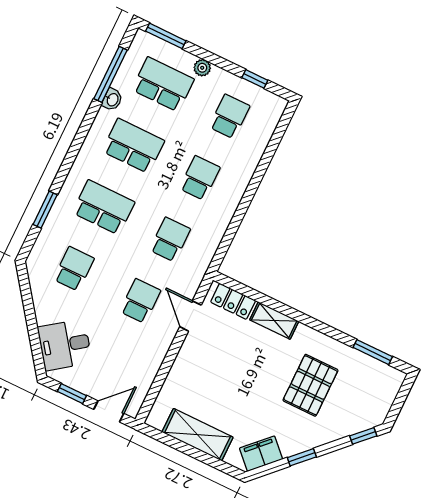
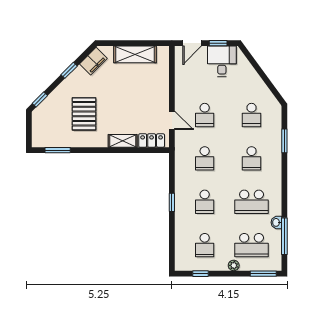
window: (247, 200) -> (172, 202), added
school desk: (104, 207) -> (252, 158), width x0.54
desk: (65, 345) -> (222, 61), moved, turned -54

